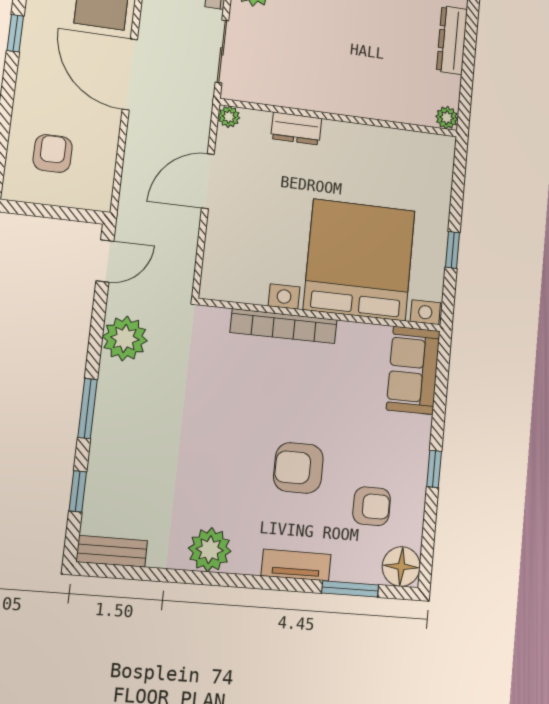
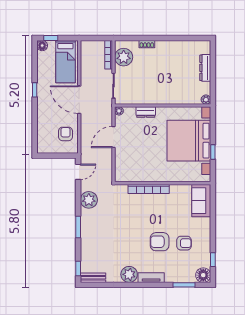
armchair: (53, 153) -> (66, 134), moved
bed with nightstands: (359, 260) -> (189, 141), moved, turned -90
window: (434, 469) -> (213, 260), moved
window: (78, 491) -> (78, 269), moved
armchair: (372, 506) -> (184, 243), moved
tv unit: (296, 565) -> (151, 278), moved

